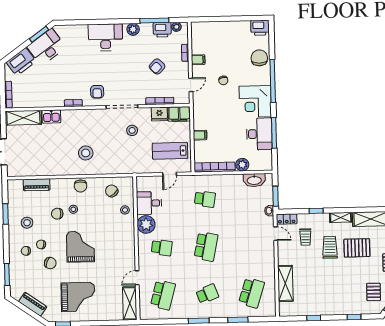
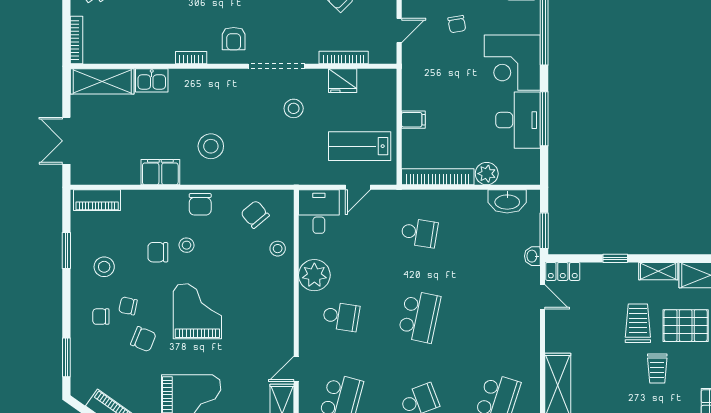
filing cabinet: (179, 114) -> (160, 172), moved, turned 180
piano: (37, 185) -> (97, 200), moved
desk: (149, 203) -> (319, 212), moved, turned 90
trolley: (305, 237) -> (657, 368), moved

